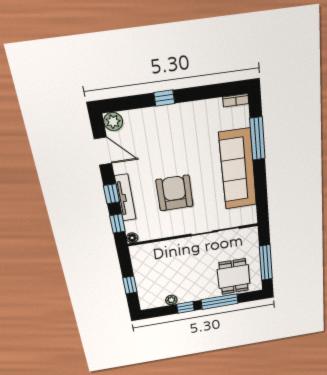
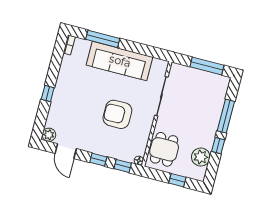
door: (103, 151) -> (66, 151), swing flipped
tv unit: (125, 198) -> (106, 151), removed
dining table: (234, 277) -> (164, 149), moved, turned 90
plant: (171, 300) -> (201, 157), width x1.87, depth x1.87

